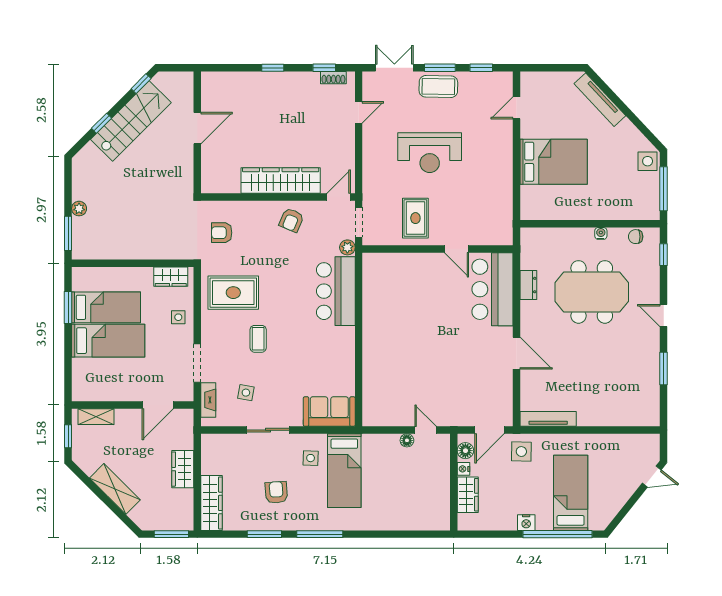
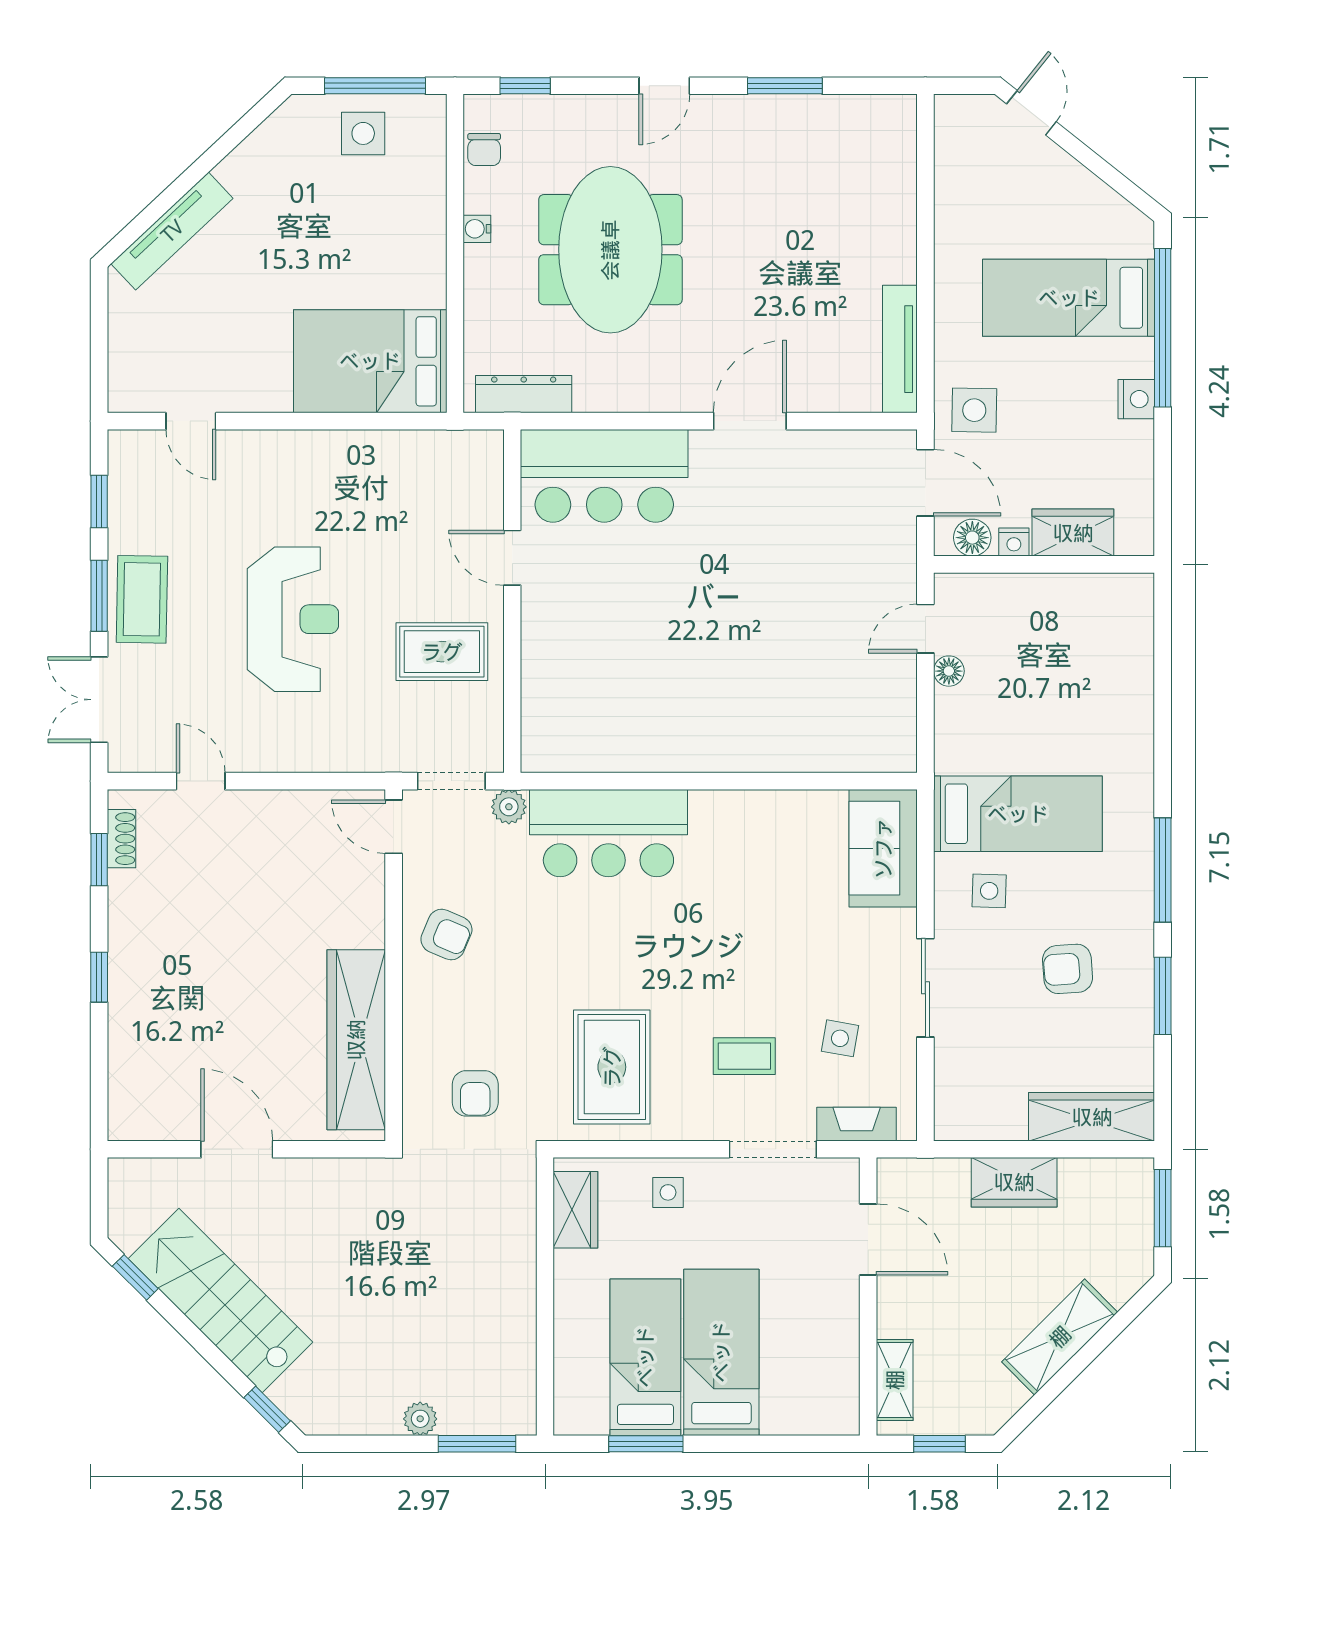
window: (101, 123) -> (267, 1409), moved
side table: (648, 161) -> (363, 133), moved
bed: (554, 162) -> (370, 361), moved, turned -90
wardrobe: (281, 181) -> (356, 1040), moved
door: (457, 249) -> (512, 558), swing flipped
dresser: (528, 285) -> (524, 394), moved, width x1.44
coffee table: (258, 339) -> (744, 1056), moved

